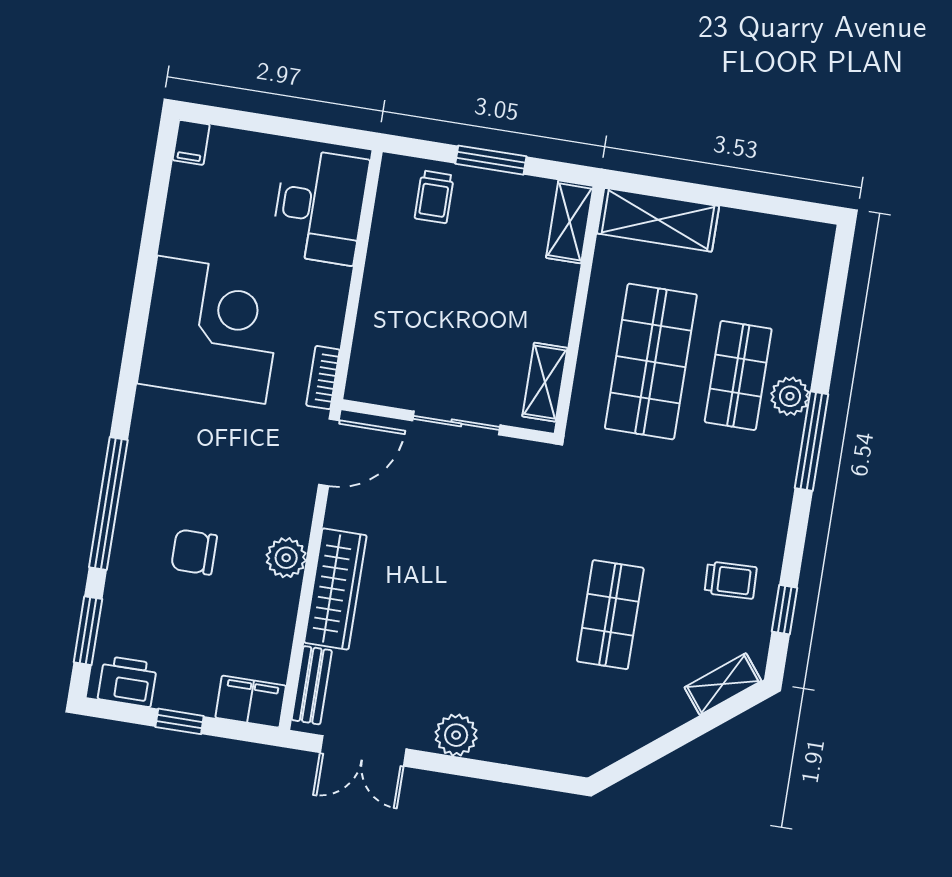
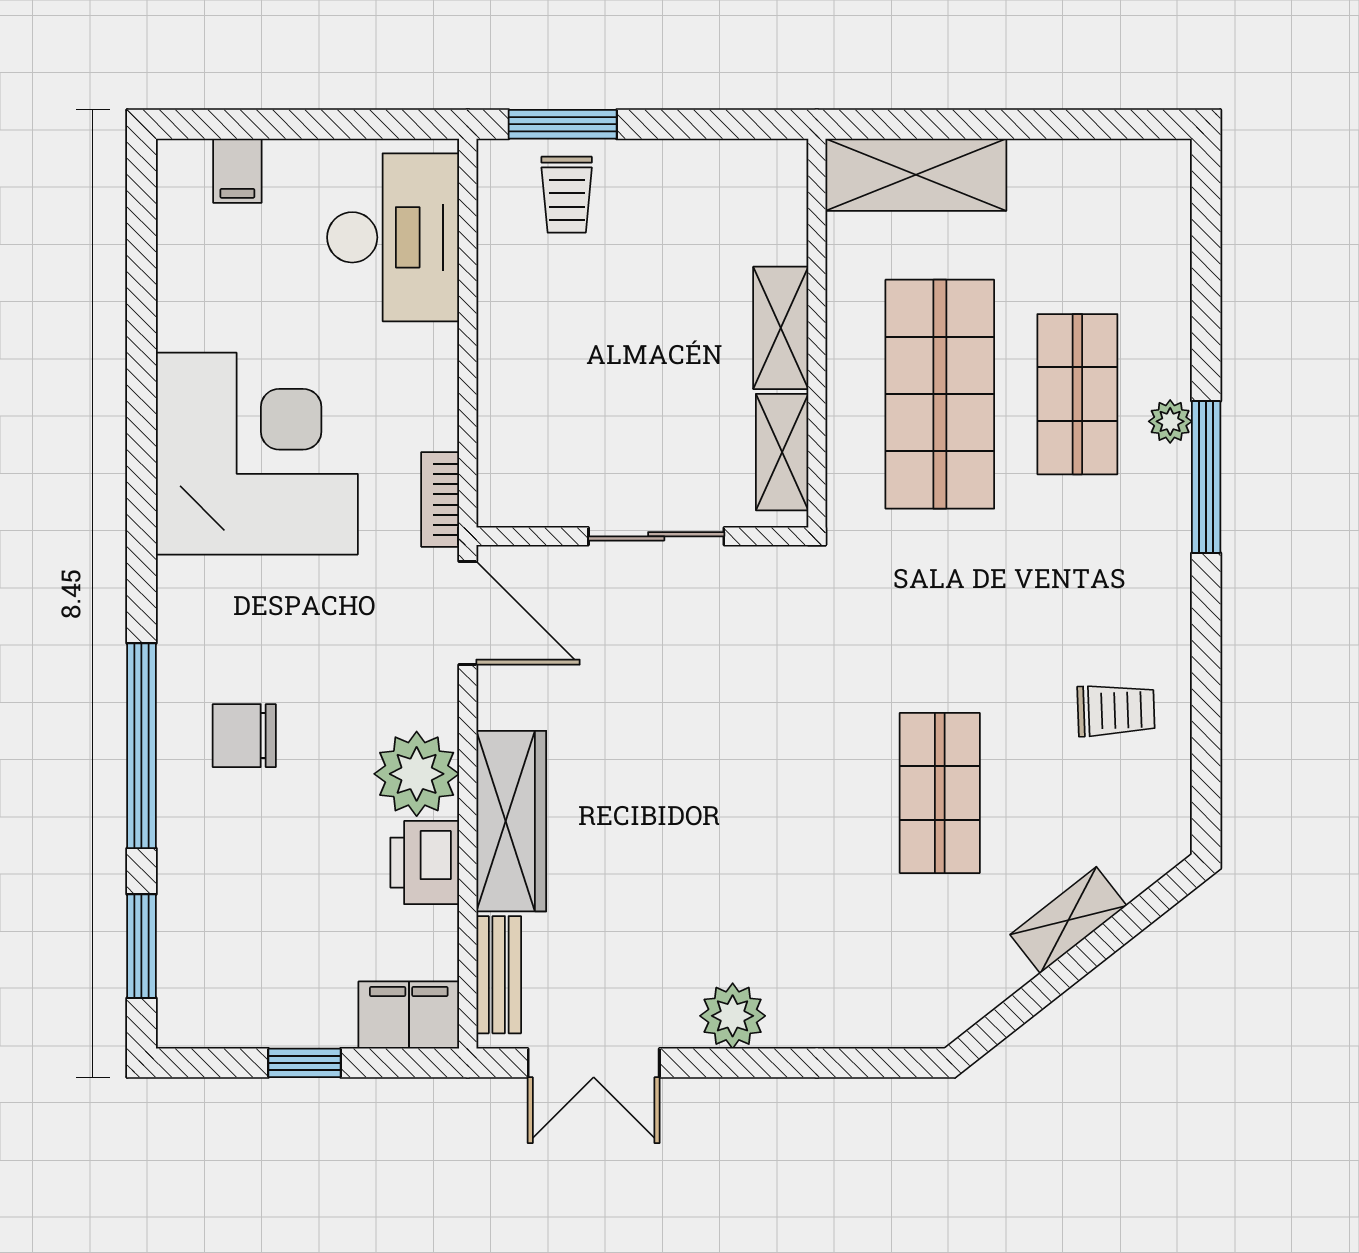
filing cabinet: (191, 142) -> (237, 171), moved
window: (491, 160) -> (563, 124), moved
shelving: (570, 222) -> (781, 328), moved
plant: (790, 396) -> (1170, 421), width x0.73, depth x0.73
door: (329, 452) -> (468, 613), hinge flipped
chair: (194, 552) -> (244, 736), moved
plant: (286, 558) -> (417, 774), width x1.36, depth x1.36
window: (785, 610) -> (1206, 742), removed
printer: (127, 681) -> (425, 863), moved, turned -90
shelving: (723, 684) -> (1068, 920), moved

